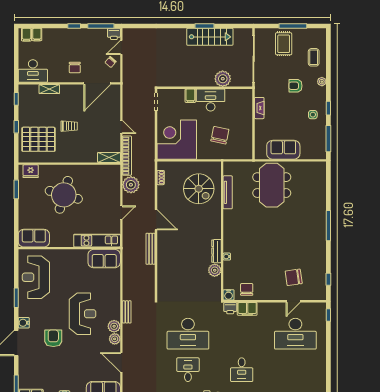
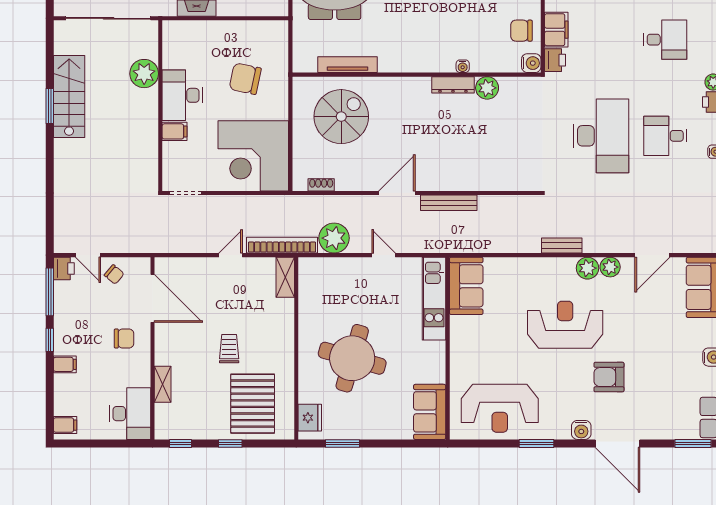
filing cabinet: (37, 34) -> (65, 364), moved

